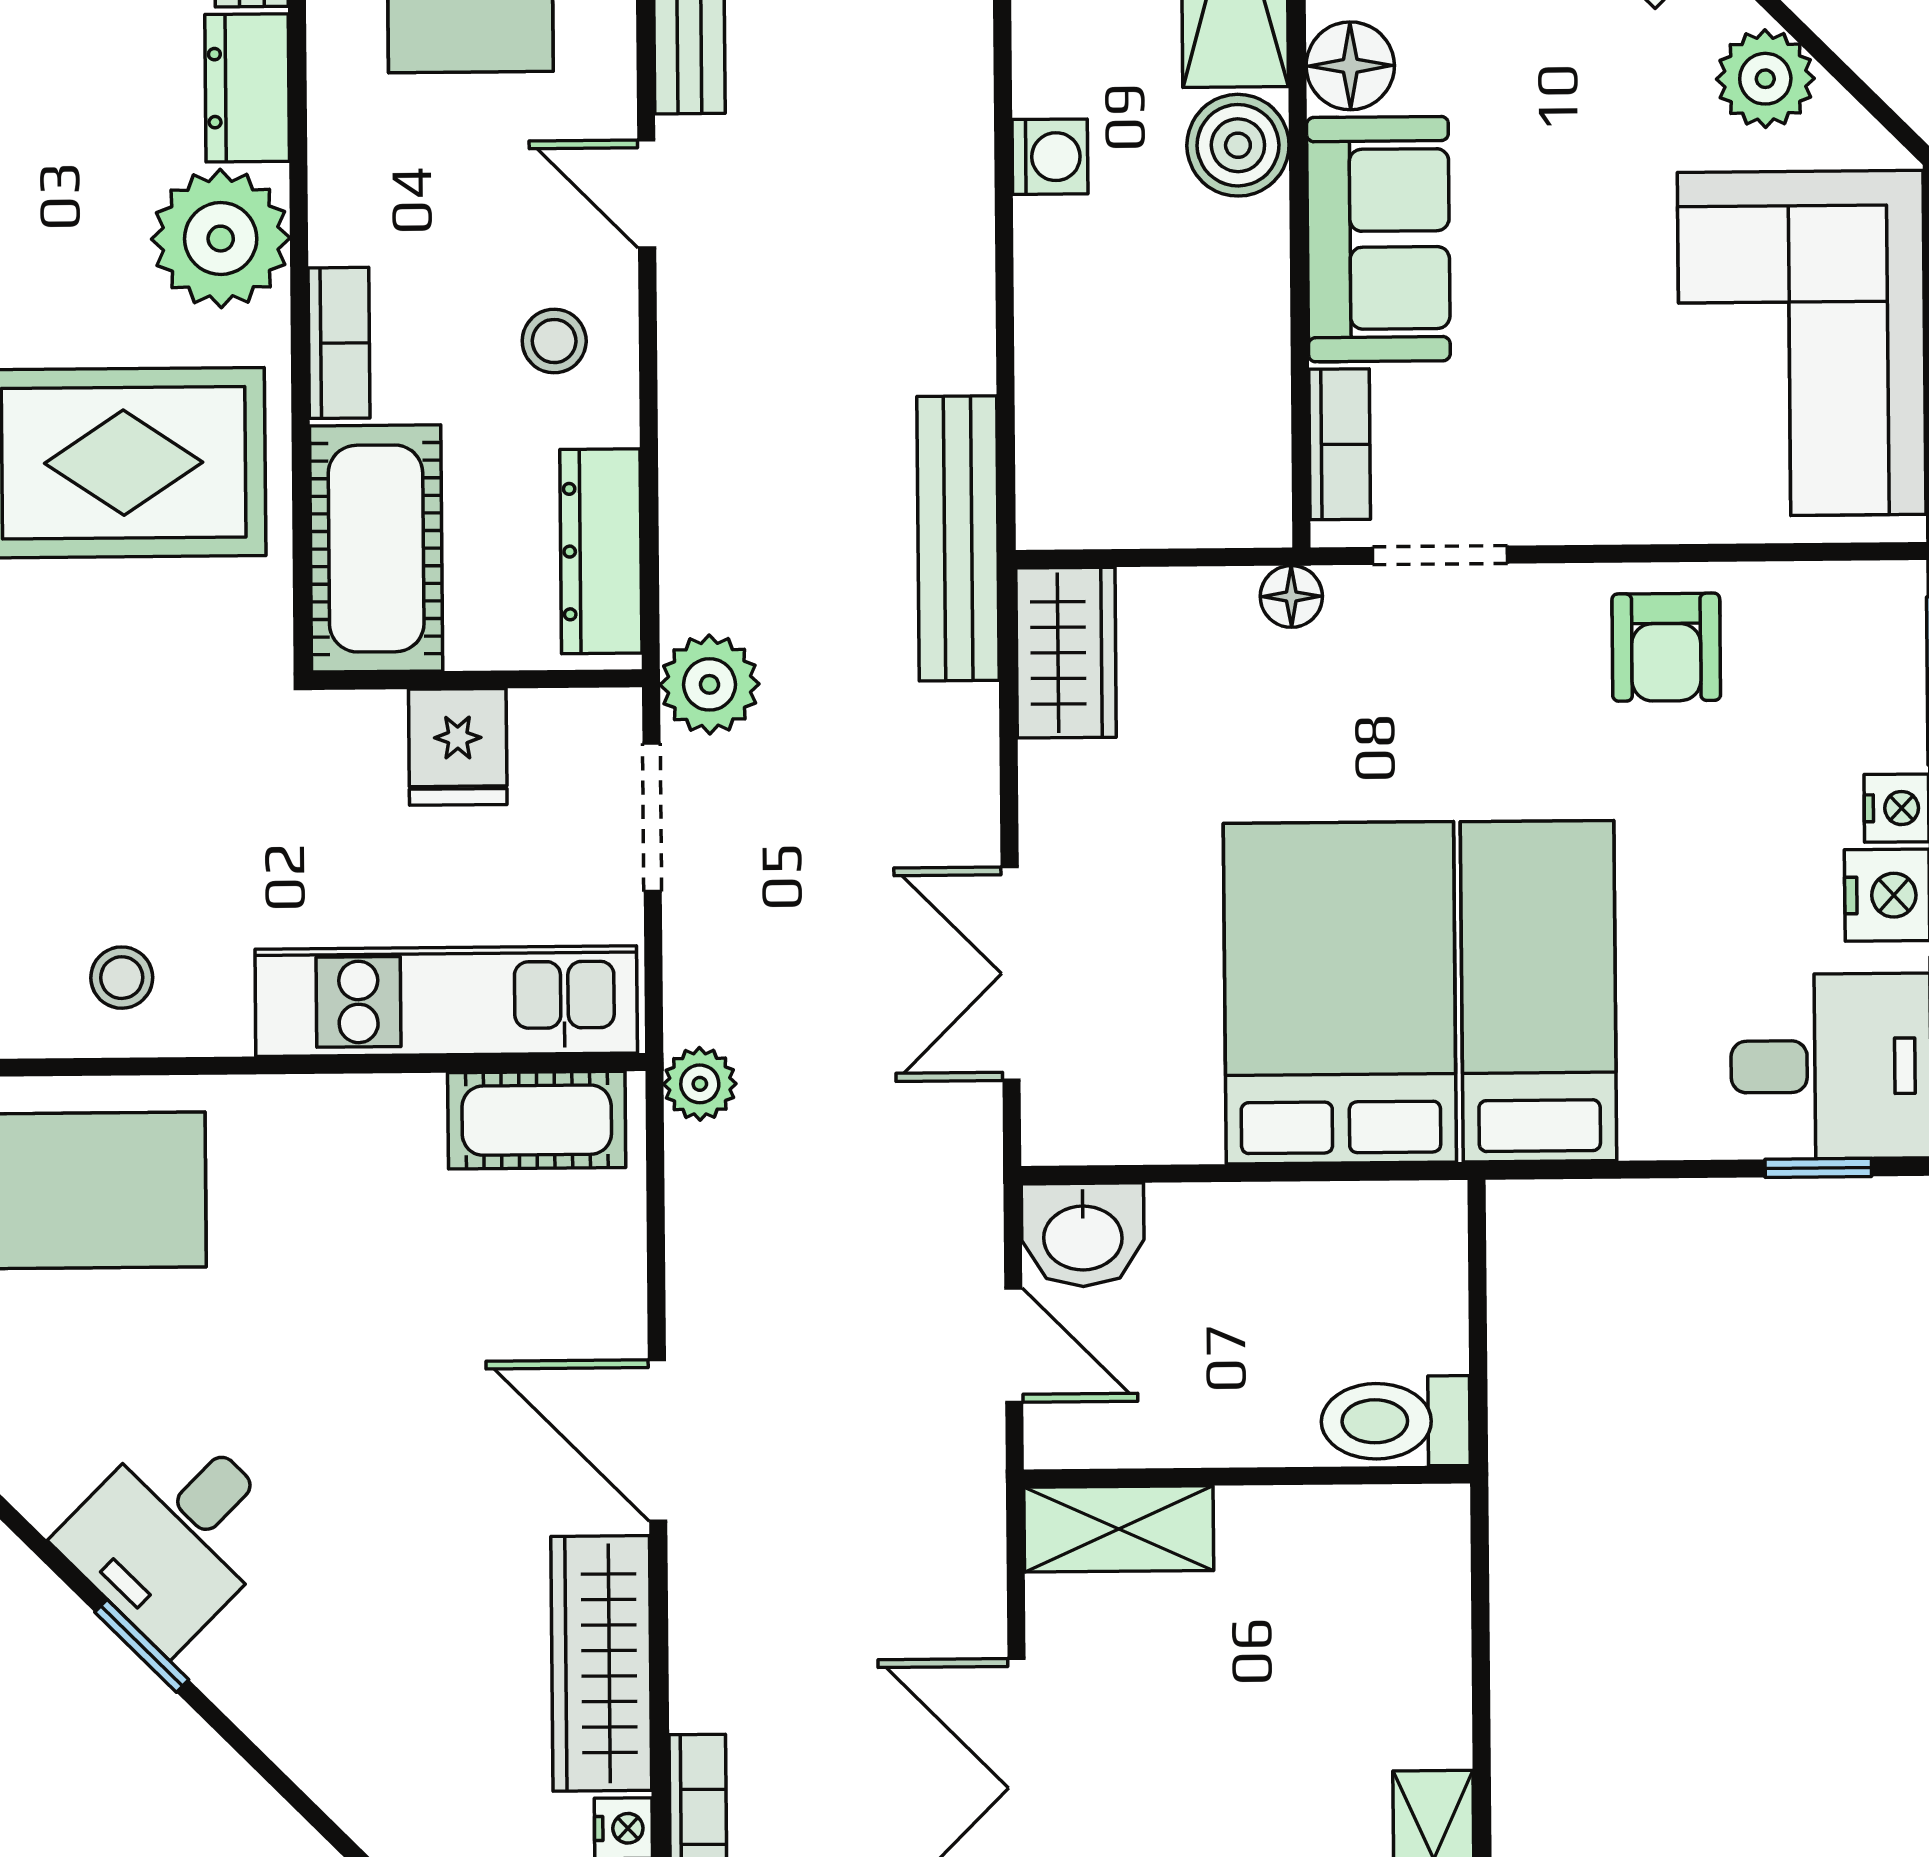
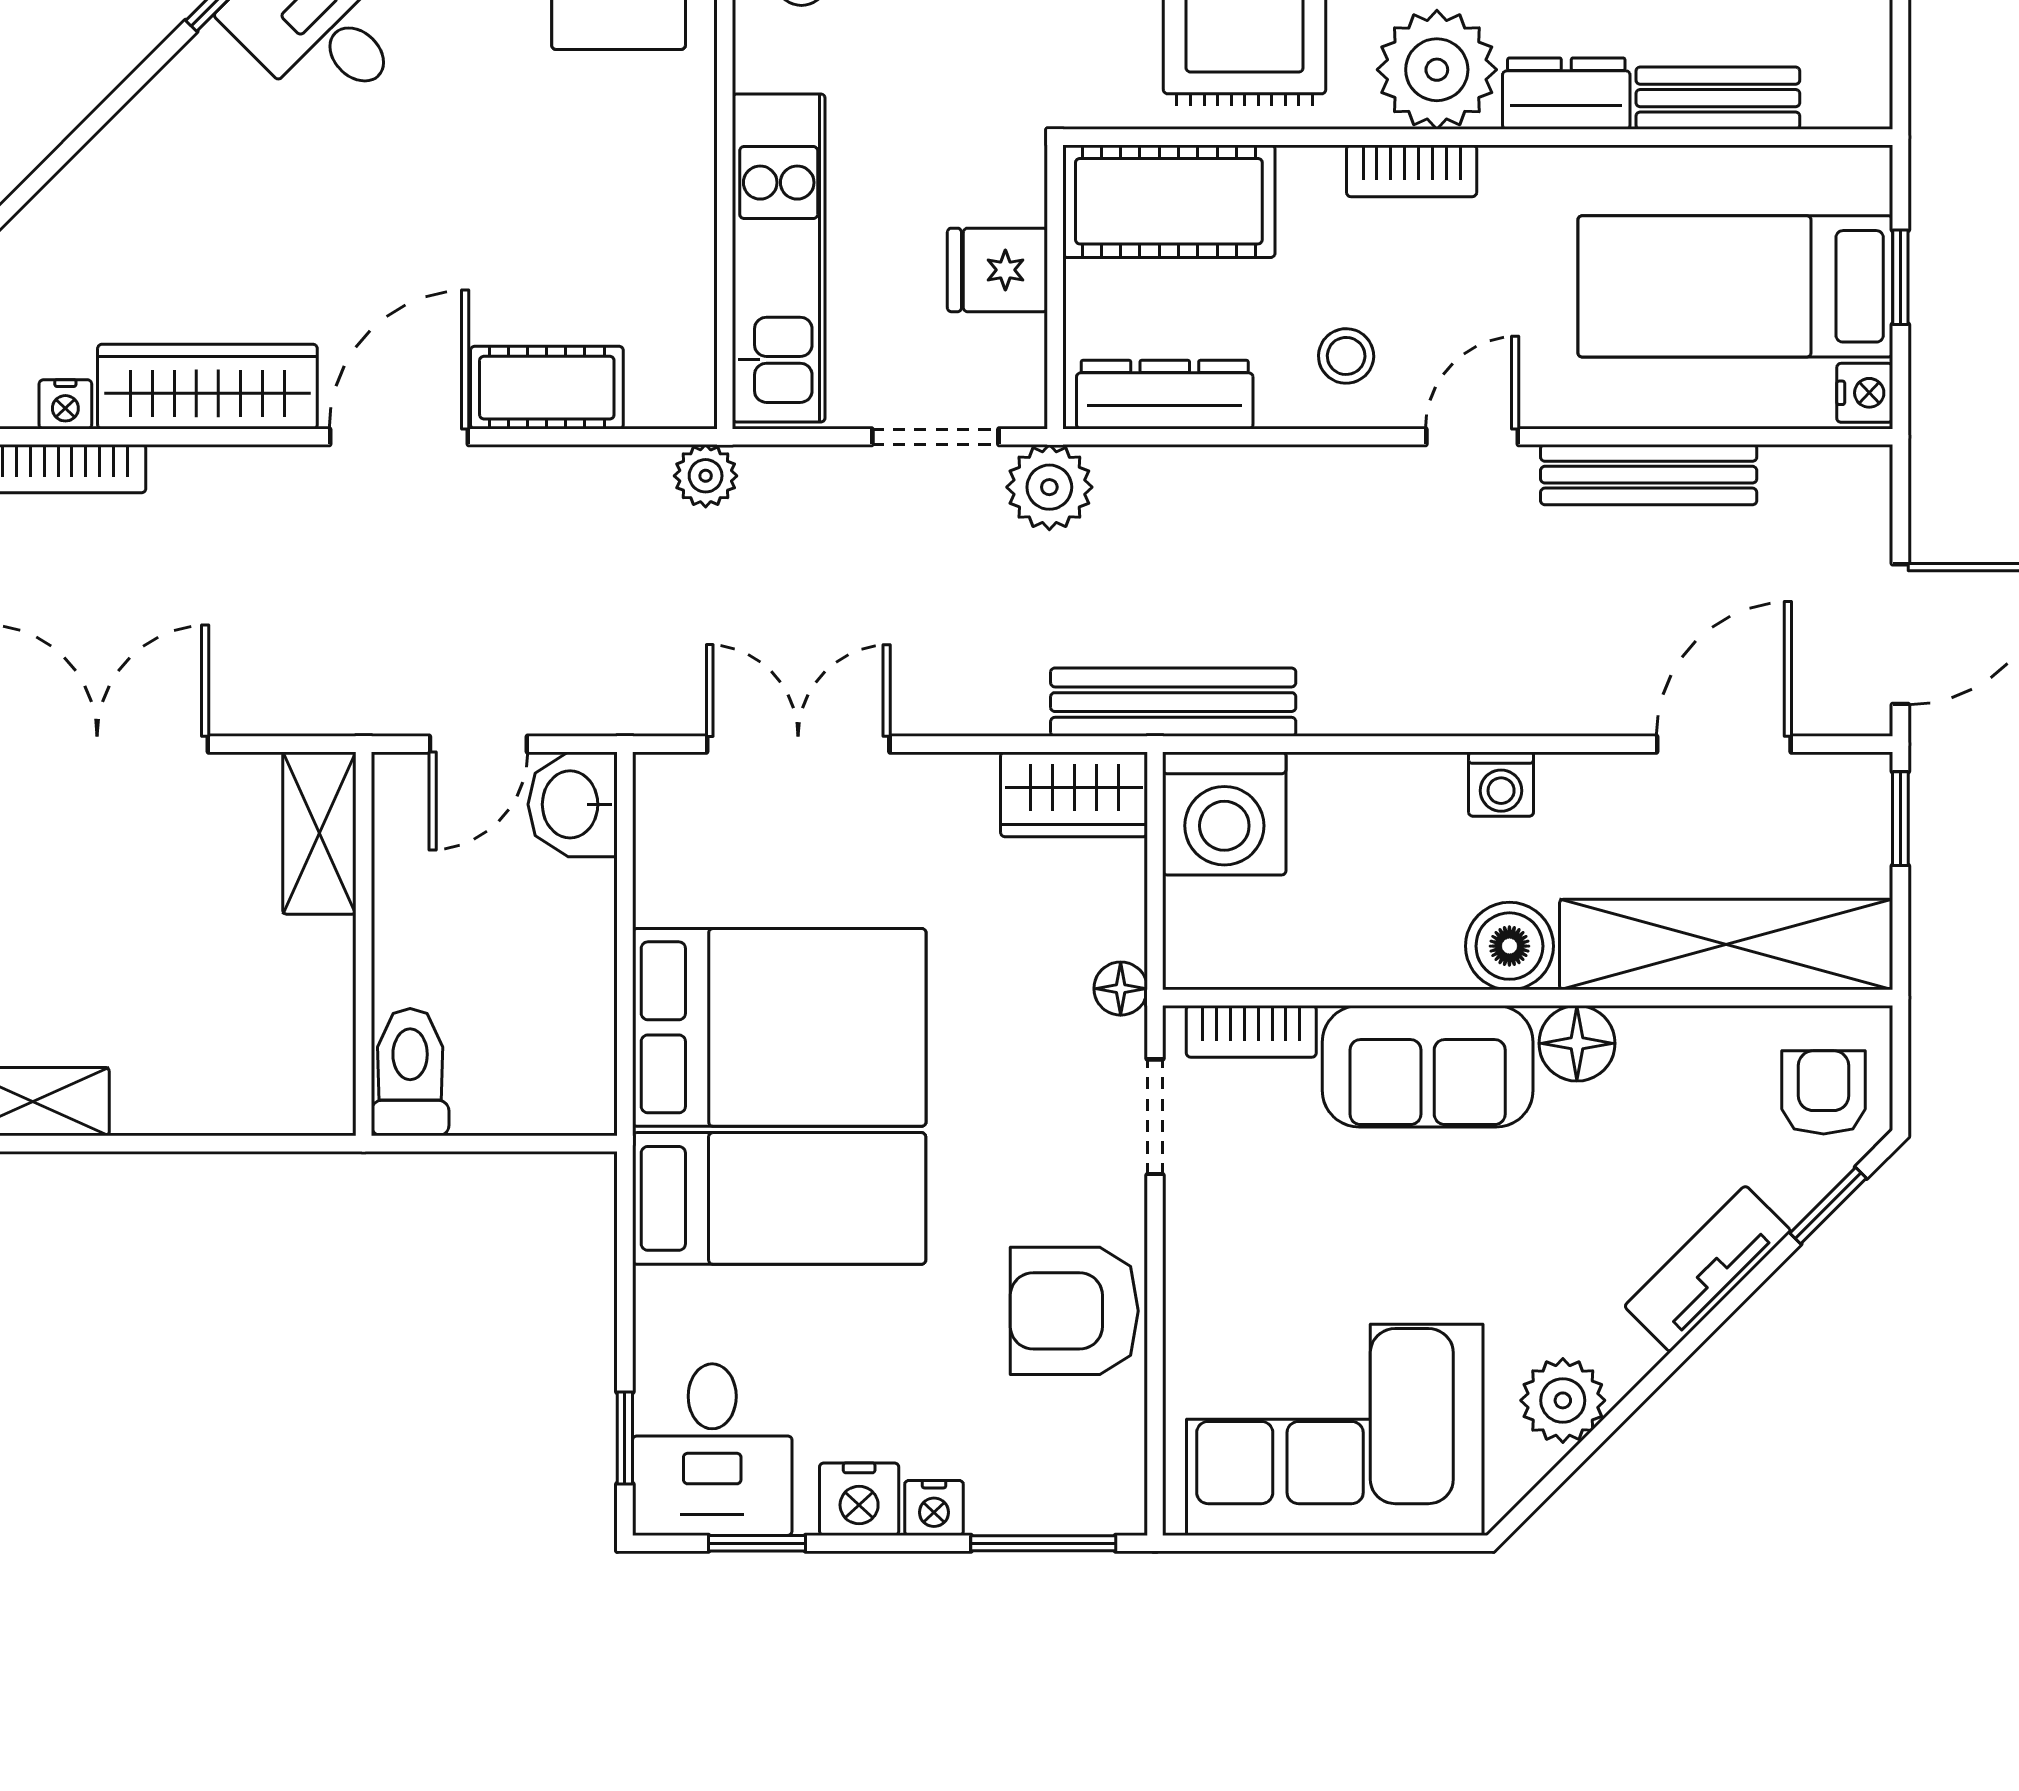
bookcase: (339, 343) -> (1412, 171), moved
washing machine: (1087, 478) -> (1224, 813), added
armchair: (1666, 647) -> (1074, 1311), width x1.38, depth x1.38
cot: (537, 1120) -> (547, 388), moved, turned 90

